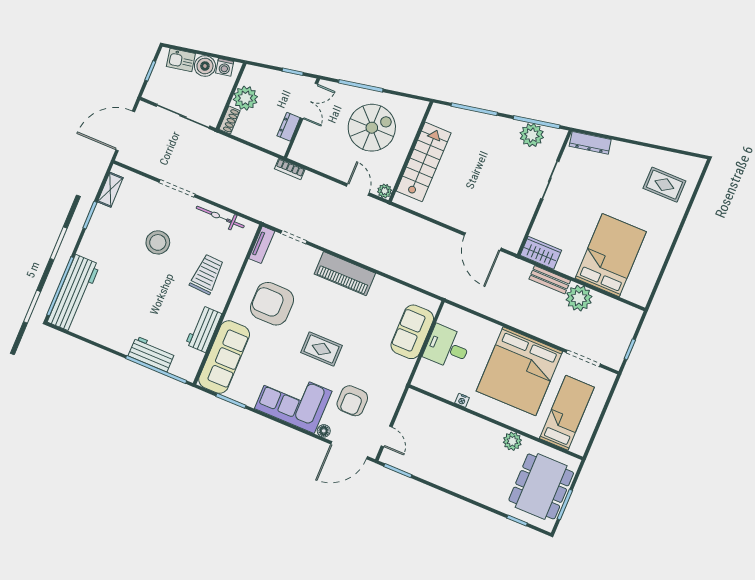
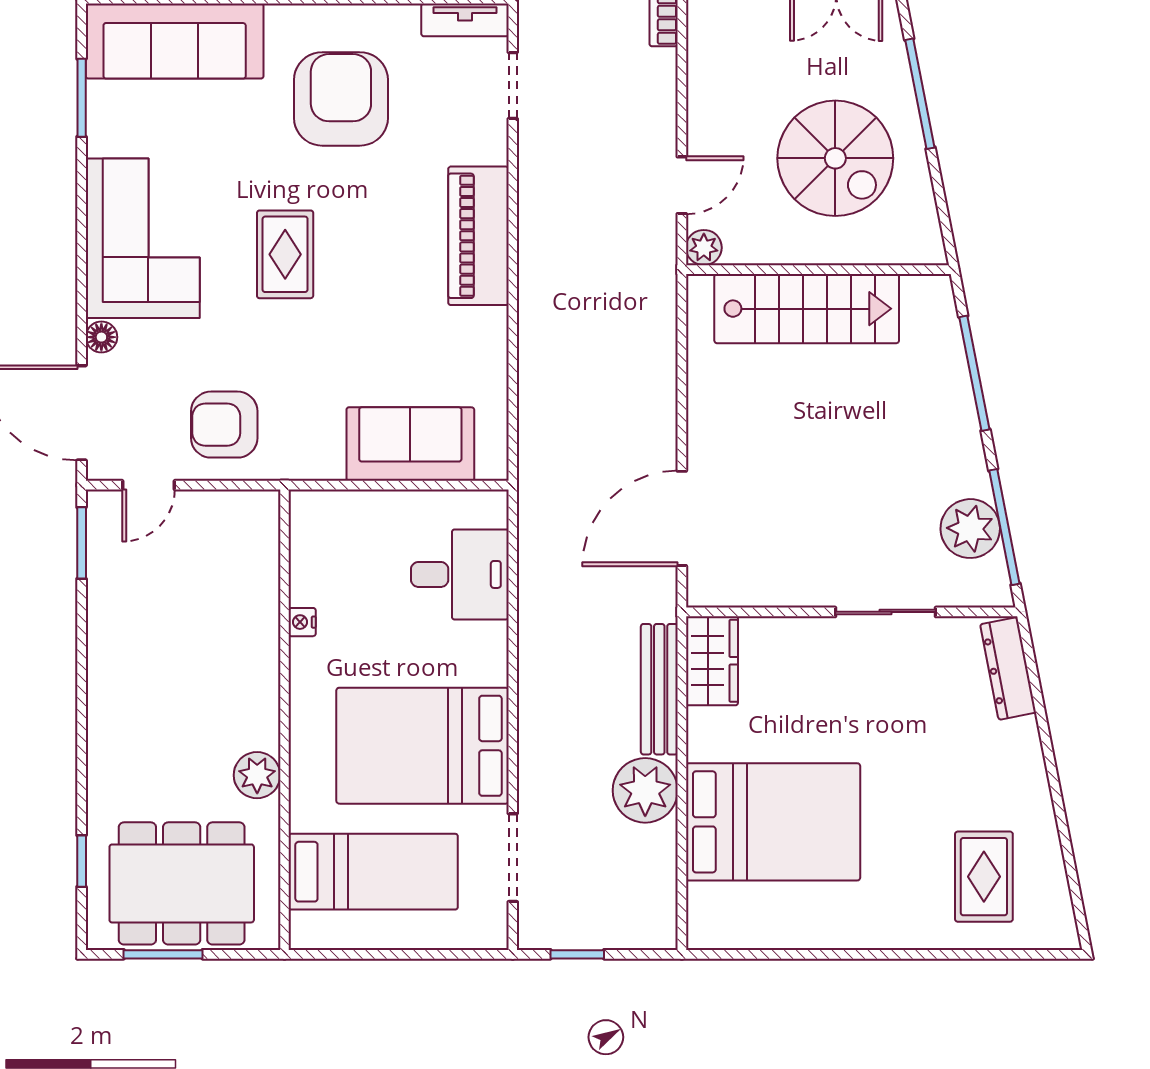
bench: (550, 280) -> (659, 689), width x1.36
desk: (447, 347) -> (460, 574), moved, turned 90
bed: (519, 371) -> (423, 746), width x0.73
armchair: (352, 401) -> (224, 425), moved

